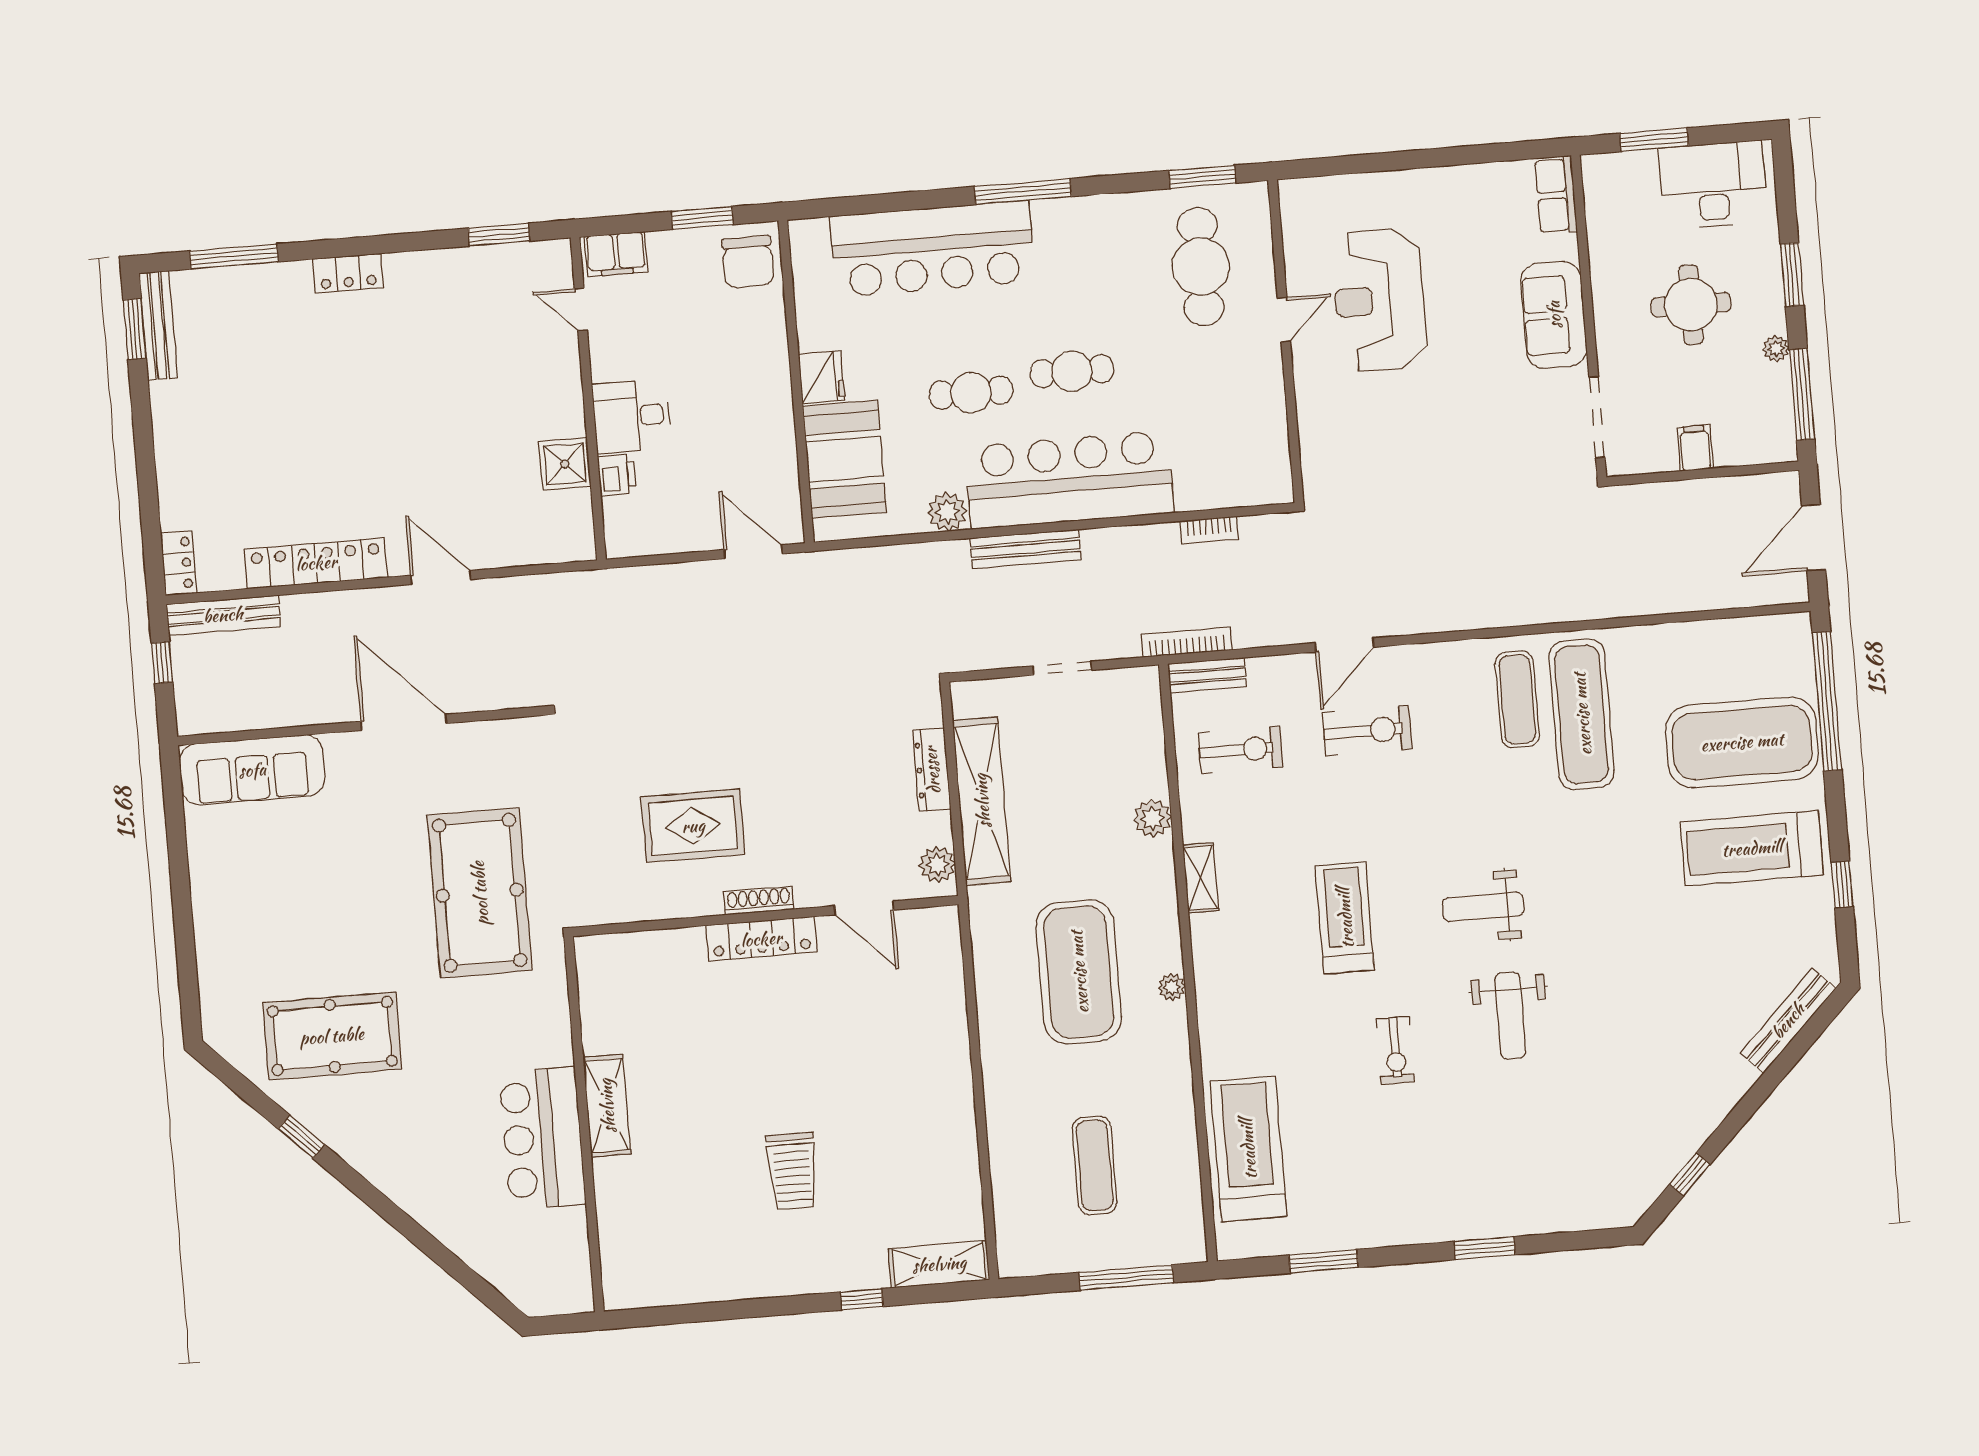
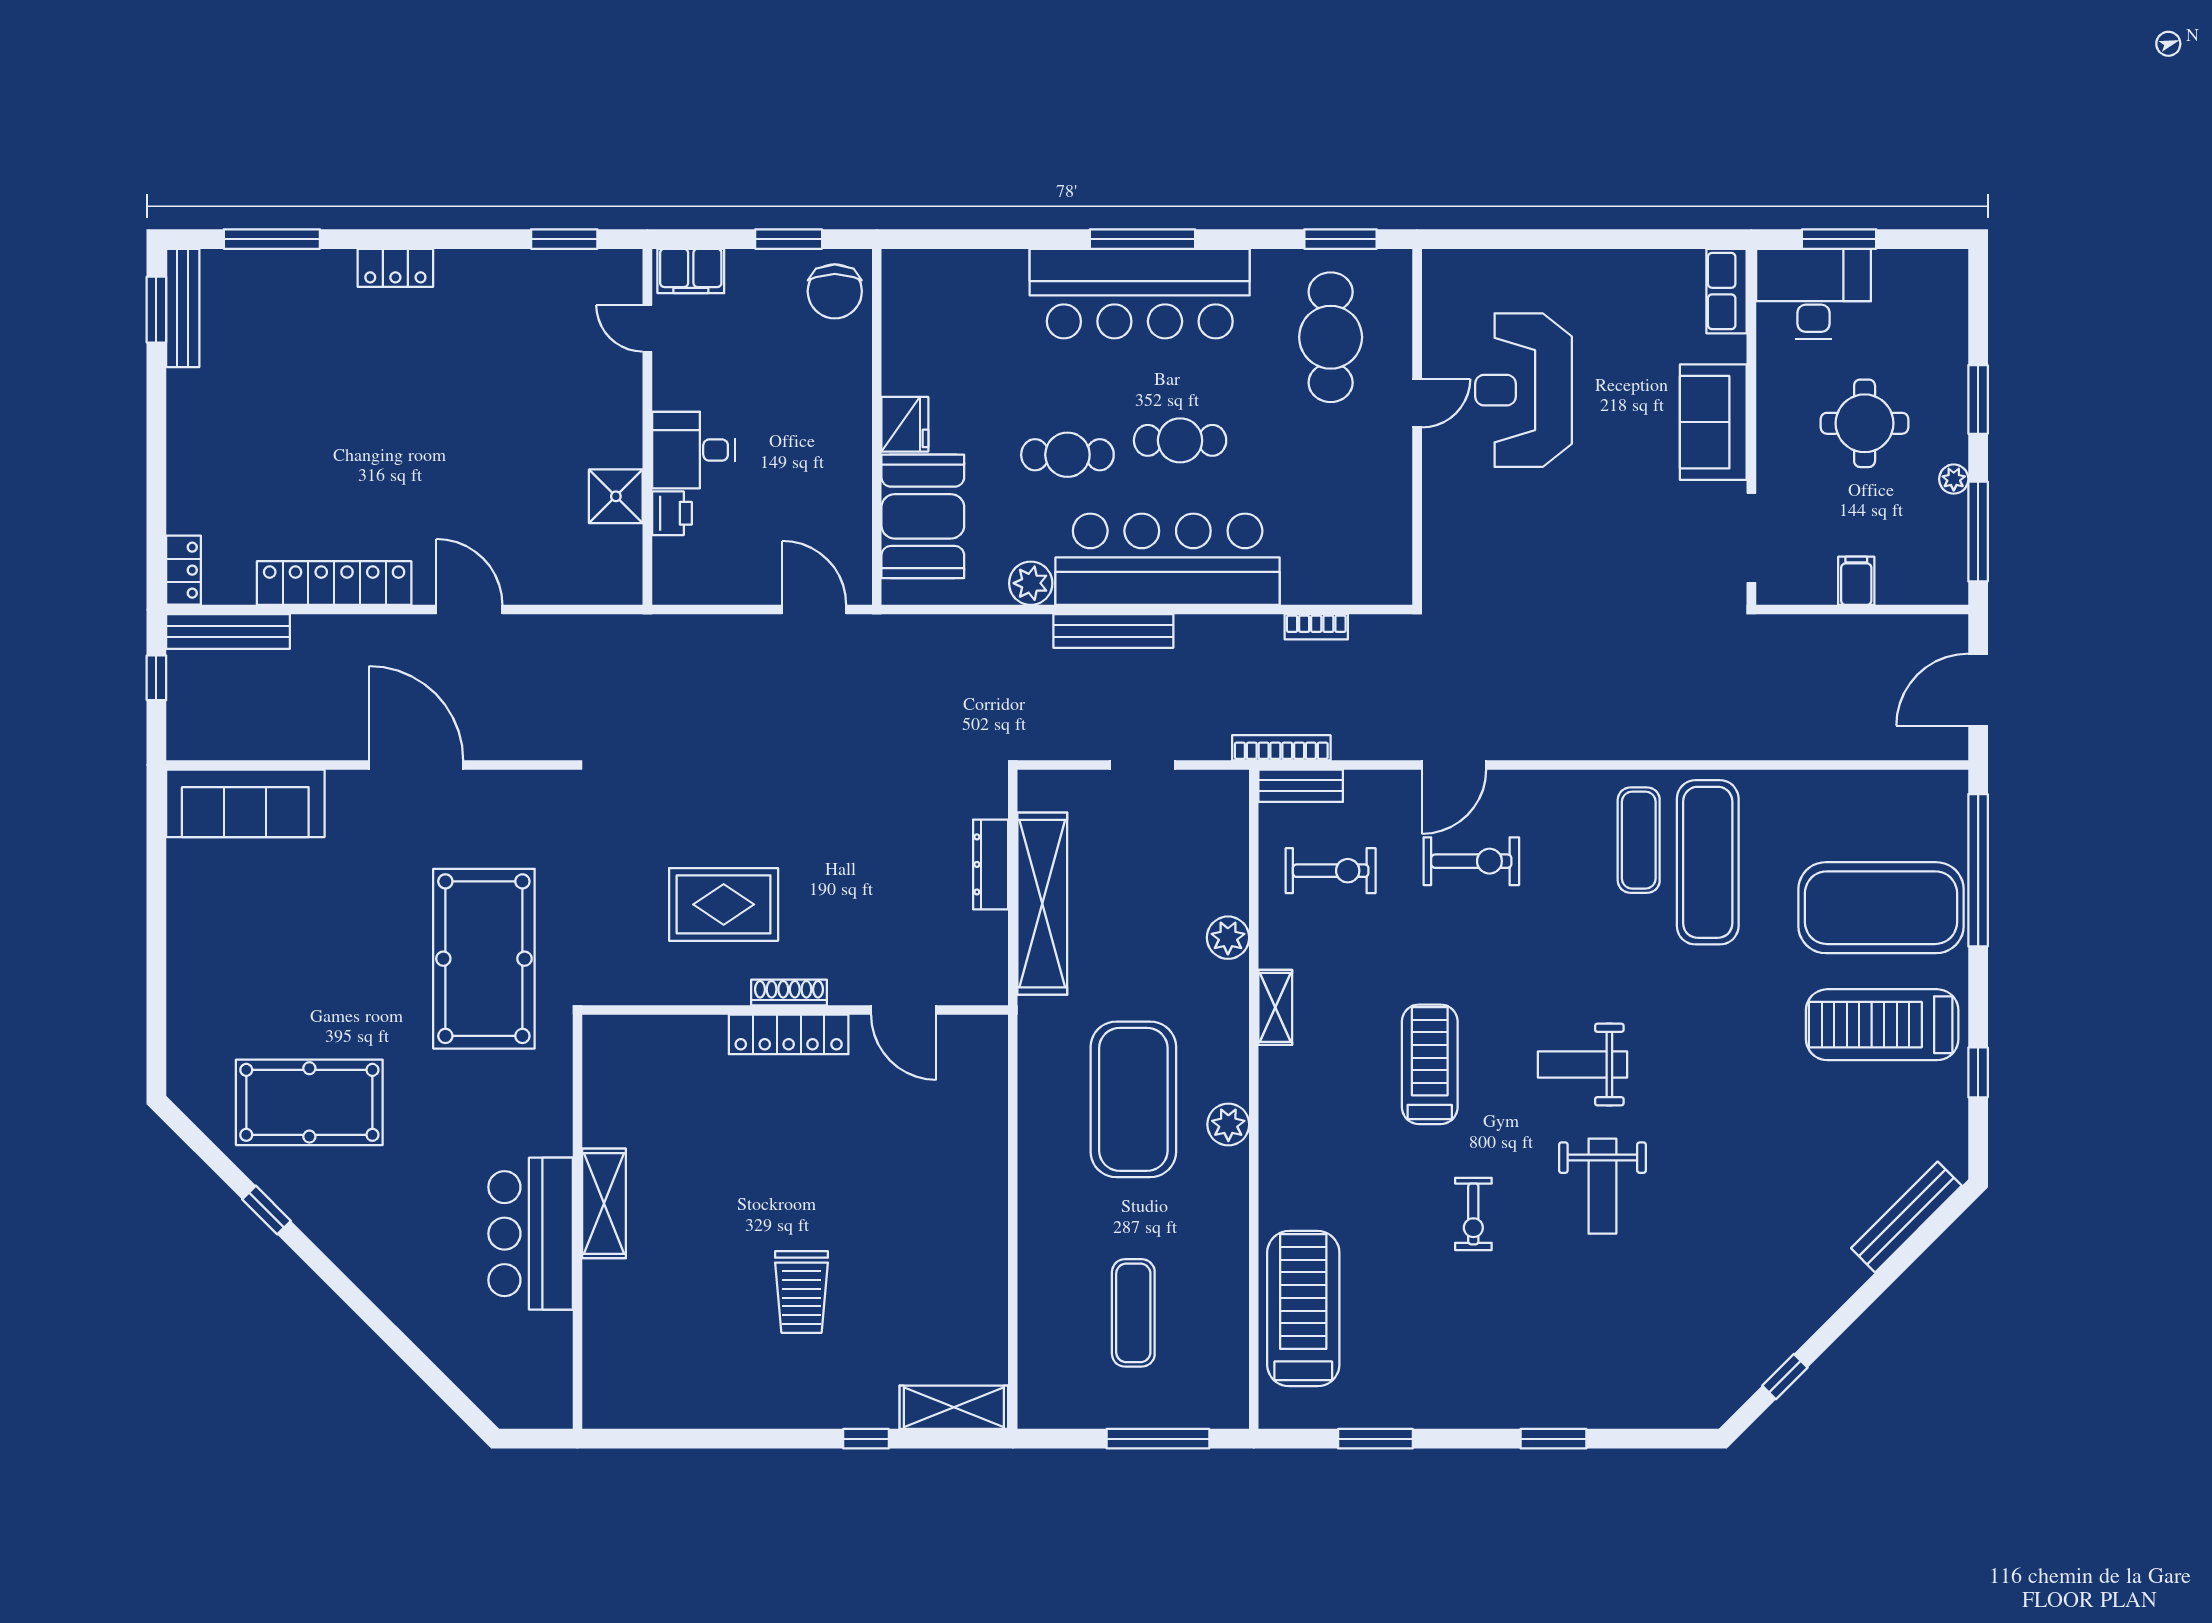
desk: (1713, 185) -> (1814, 294), moved
bar counter: (932, 249) -> (1140, 294), moved
plant: (937, 864) -> (988, 969), removed
plant: (1172, 987) -> (1228, 1124), width x1.38, depth x1.38

